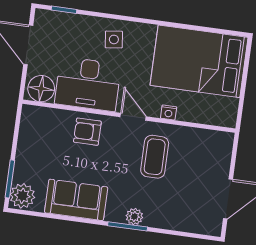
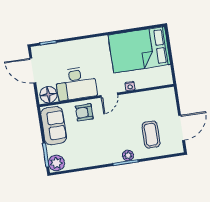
side table: (114, 39) -> (84, 52), removed
door: (133, 117) -> (109, 95), swing flipped
coffee table: (155, 157) -> (151, 135), moved
sofa: (76, 200) -> (54, 126), moved, turned 90

